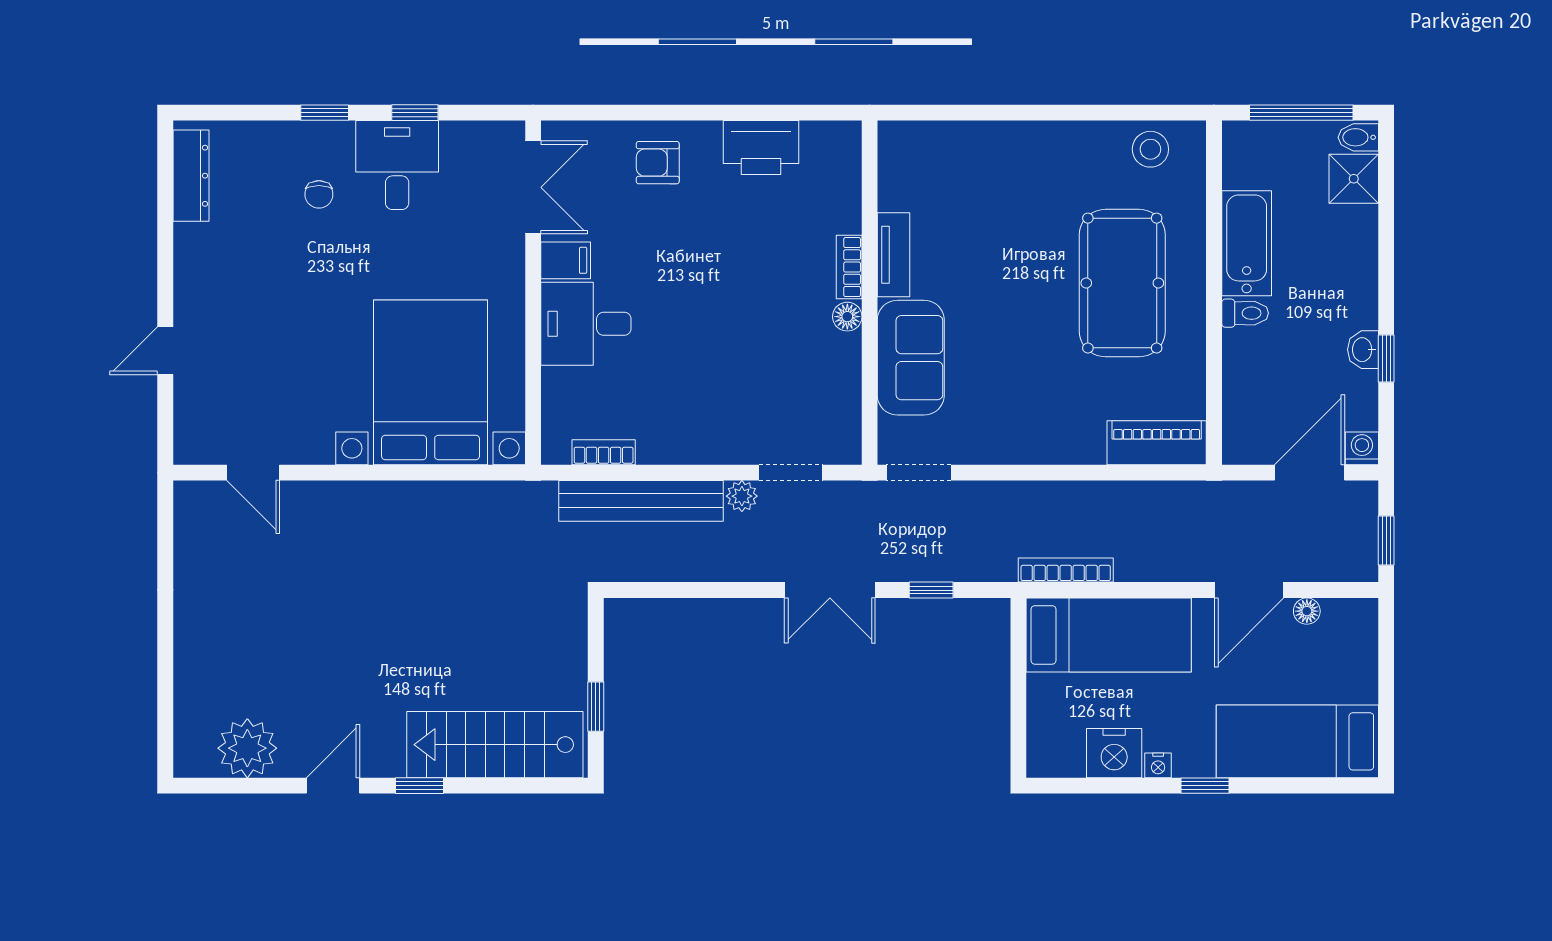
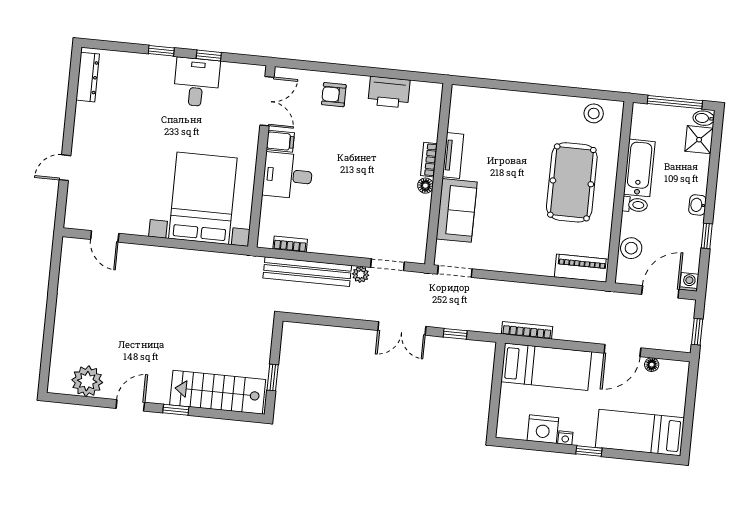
chair: (319, 194) -> (154, 94), removed
washbasin: (1363, 350) -> (697, 205), moved
stool: (1246, 396) -> (631, 248), added

